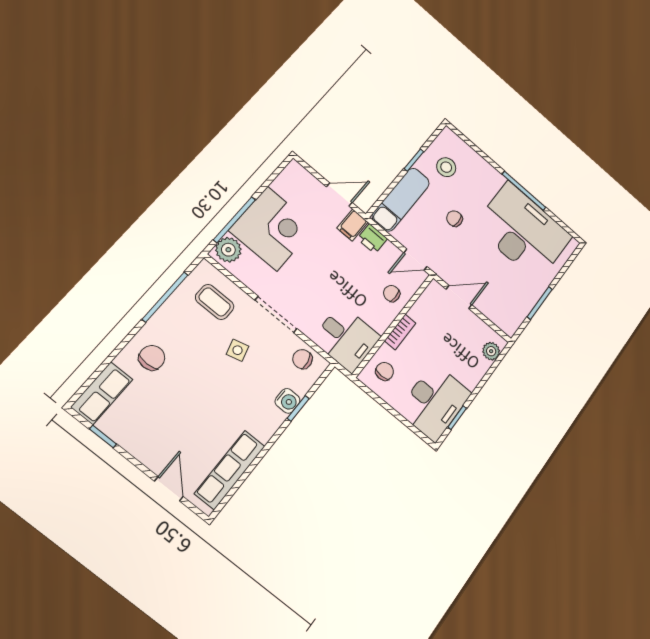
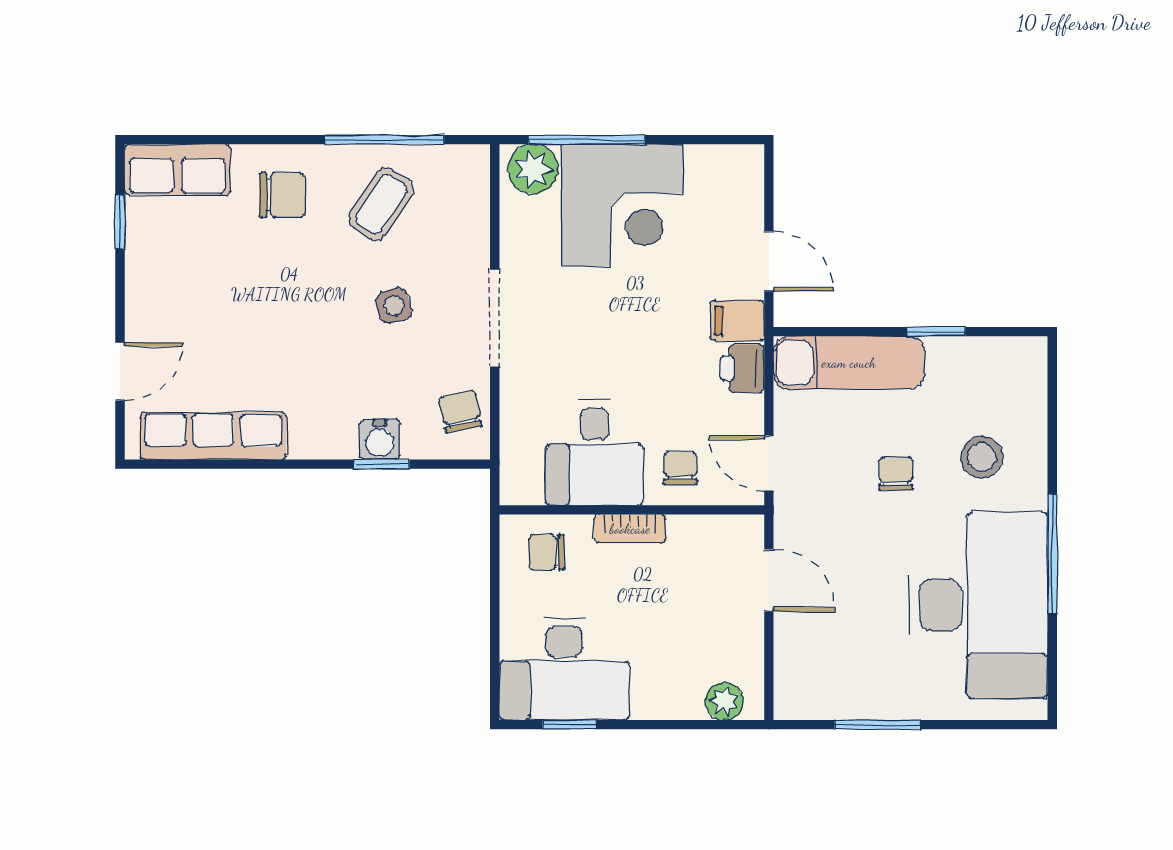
stool: (446, 167) -> (982, 457), moved
coffee table: (215, 302) -> (381, 204), moved, turned 33
desk: (346, 338) -> (595, 453), moved
chair: (385, 371) -> (547, 552), turned 180

